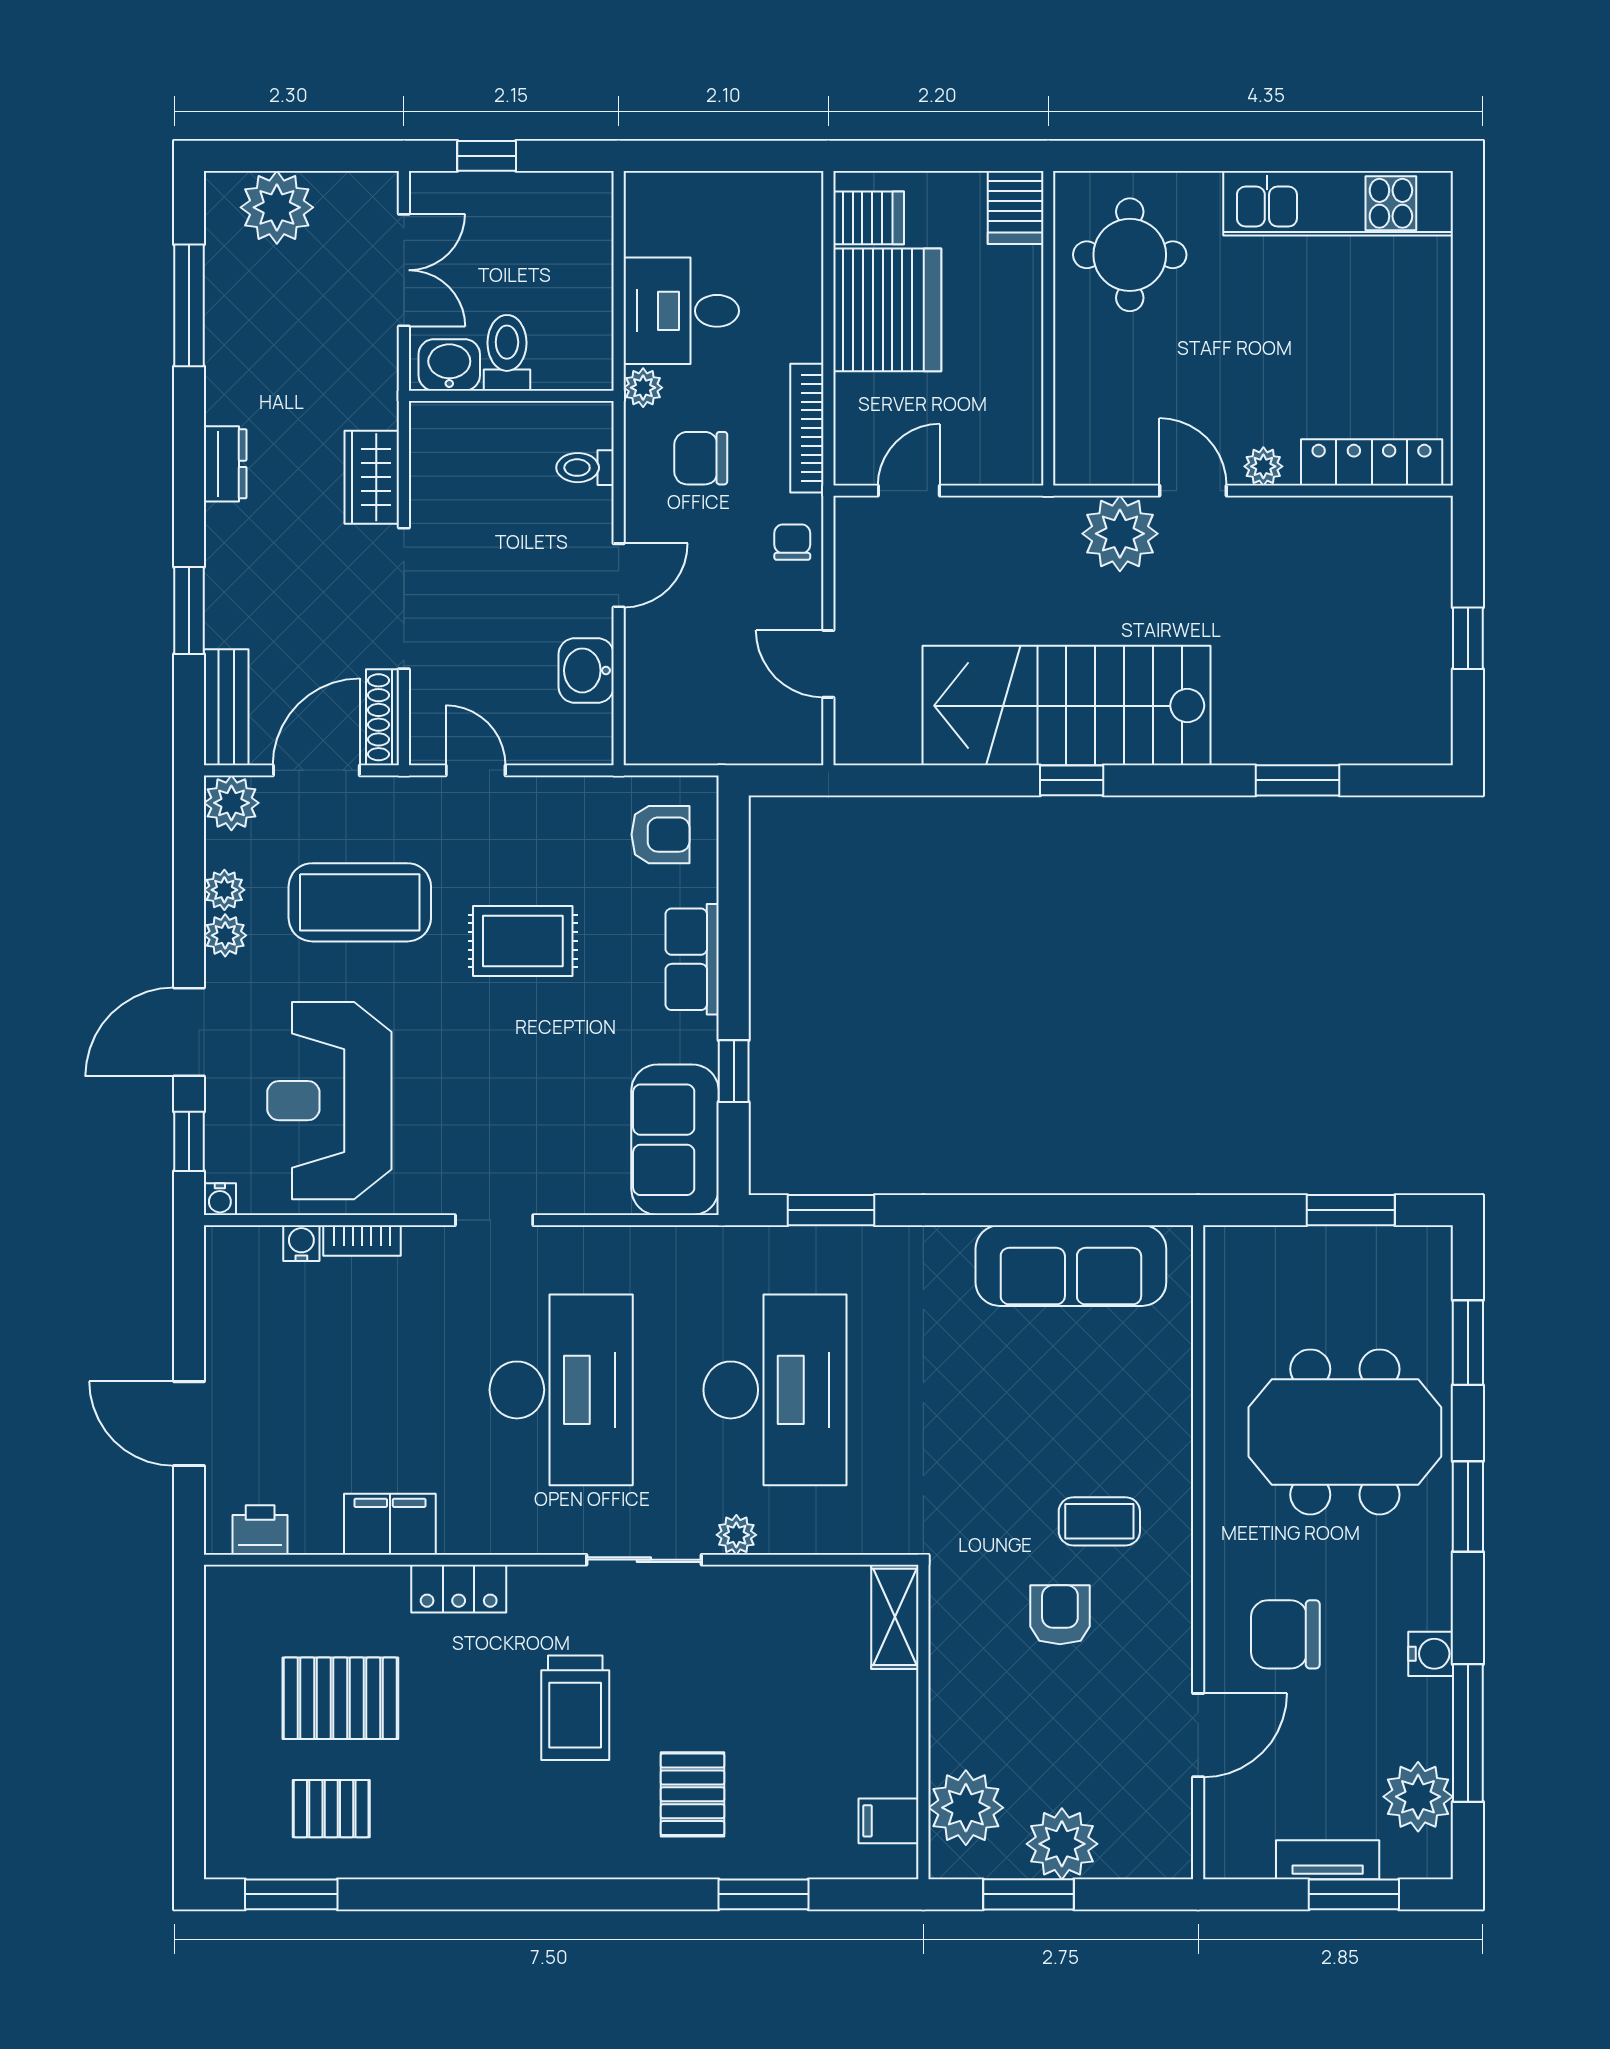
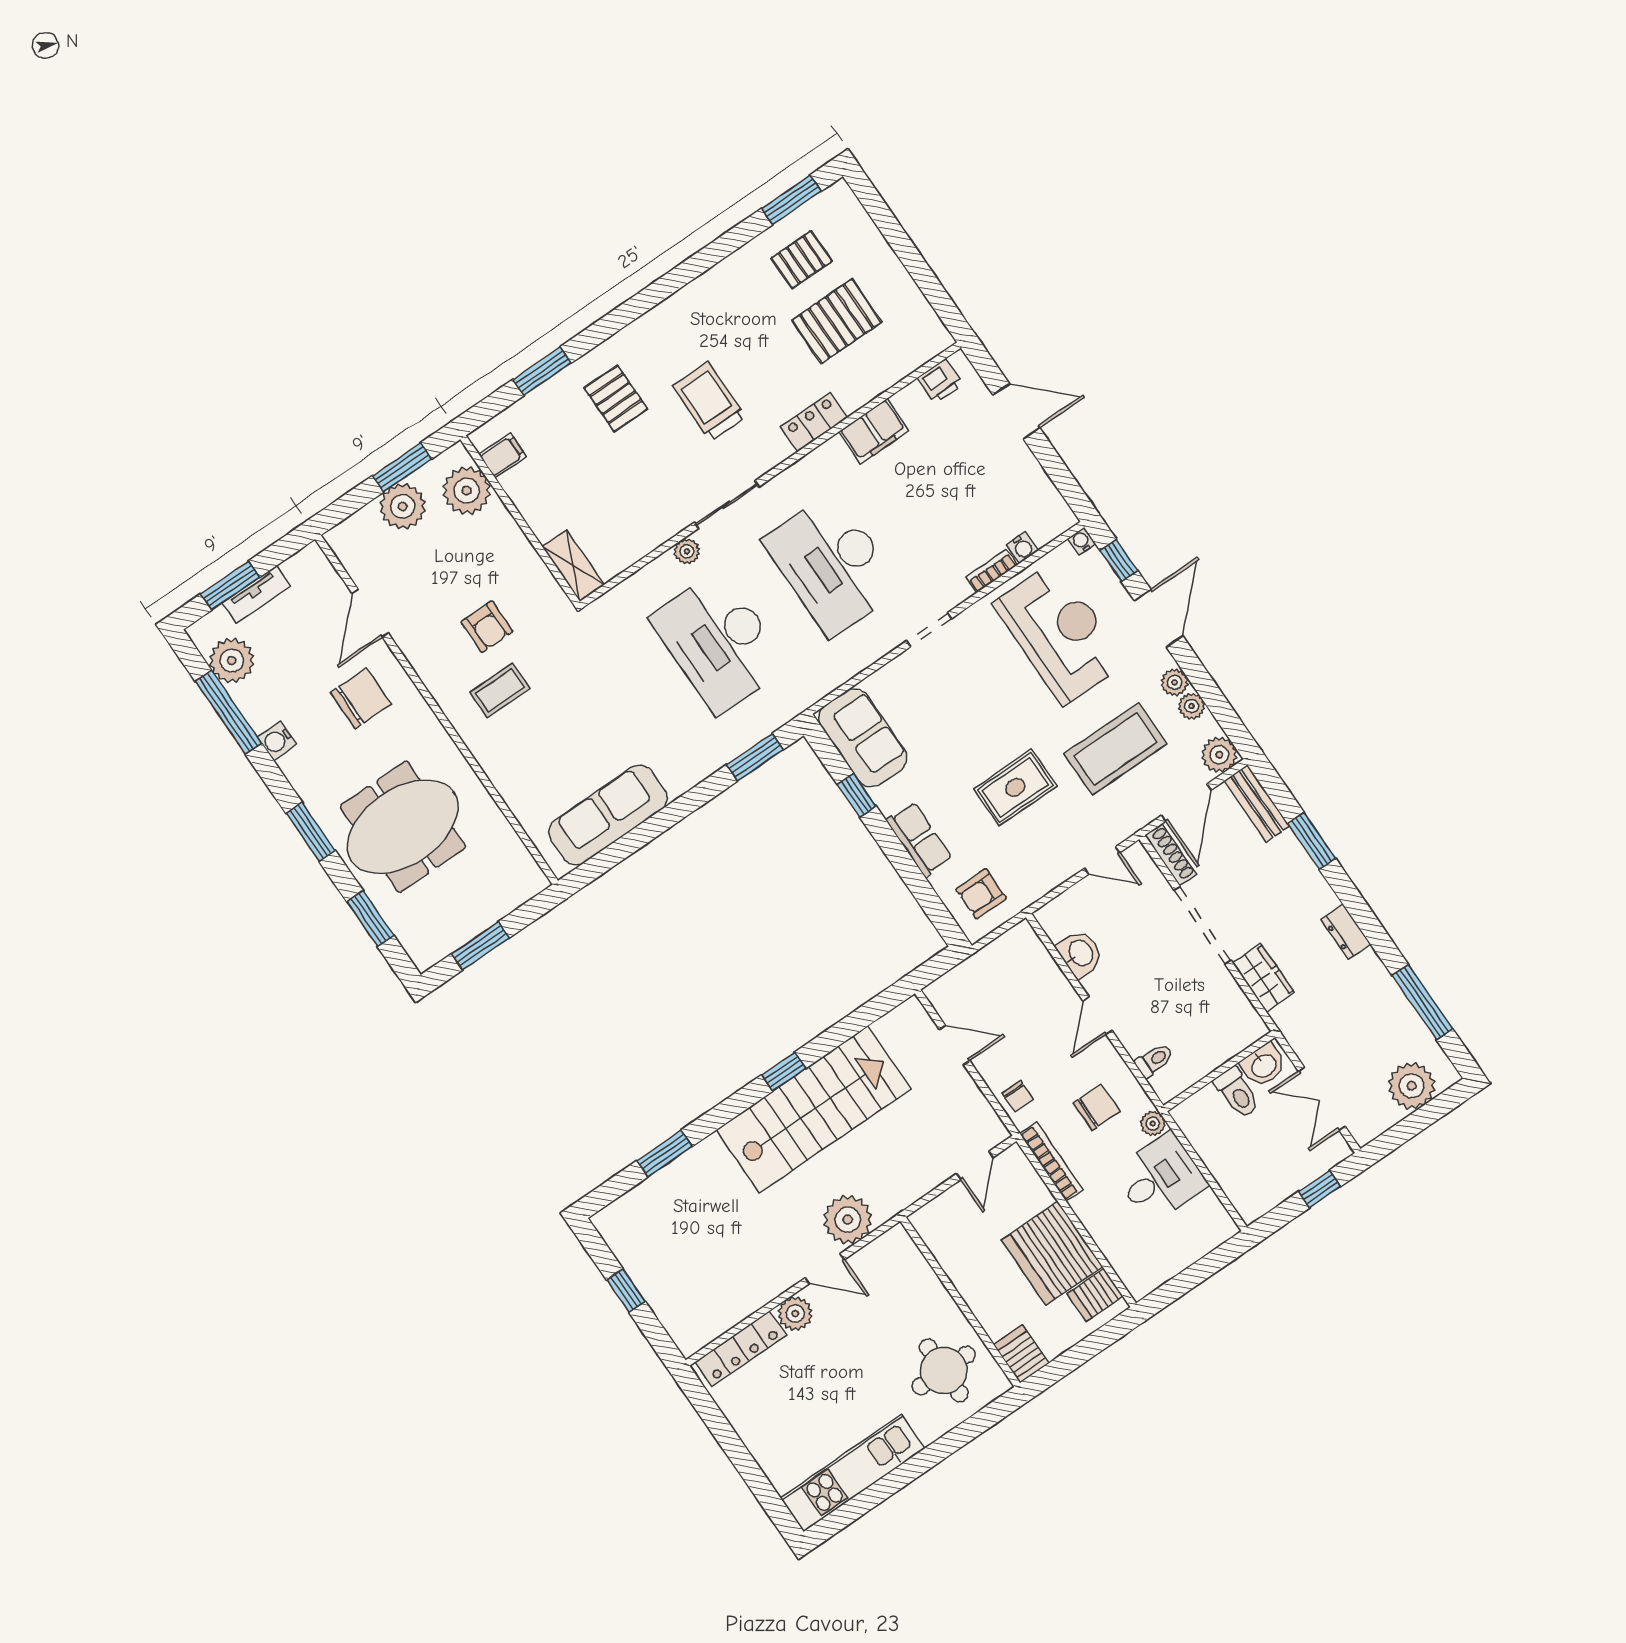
plant: (1263, 466) -> (795, 1314), width x1.38, depth x1.38

